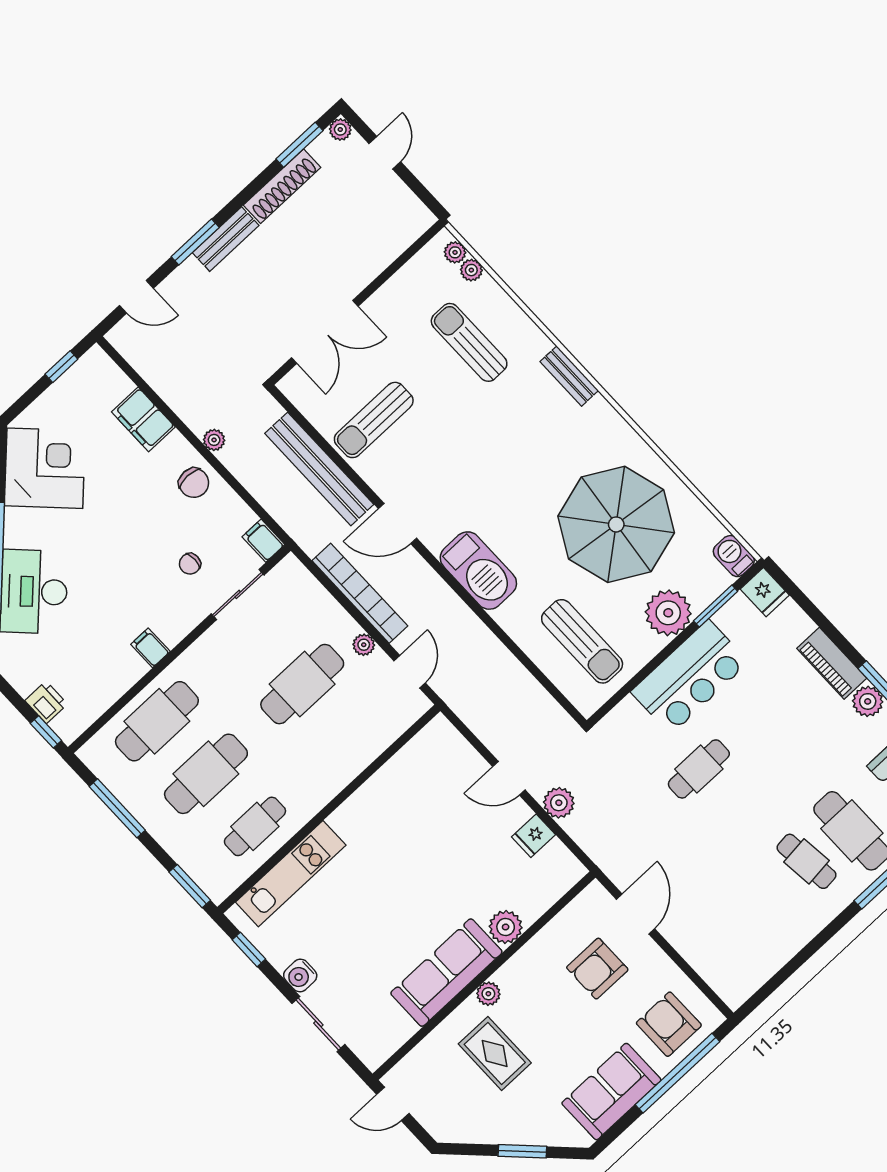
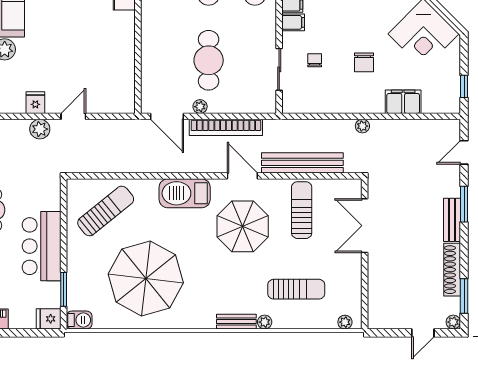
door: (385, 153) -> (423, 333), hinge flipped
plant: (471, 270) -> (265, 322), moved
parasol: (455, 470) -> (243, 226), added
chair: (194, 483) -> (364, 62), moved, turned -90
door: (397, 523) -> (242, 176), hinge flipped
filing cabinet: (263, 541) -> (293, 22), moved
plant: (668, 613) -> (81, 264), removed
sun lounger: (582, 641) -> (106, 211), turned 141
door: (410, 672) -> (167, 116), width x1.38

